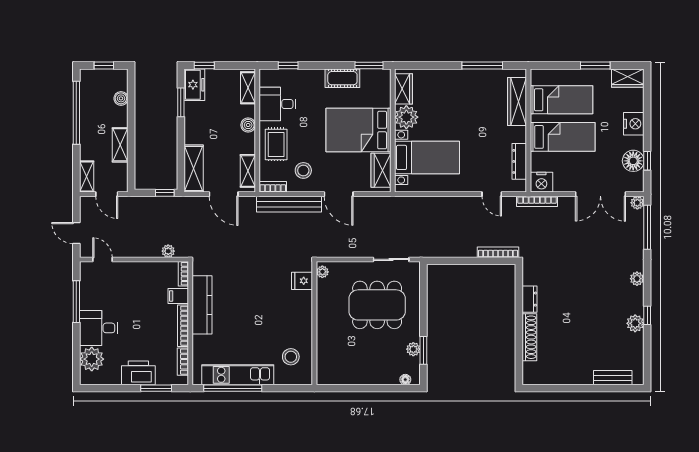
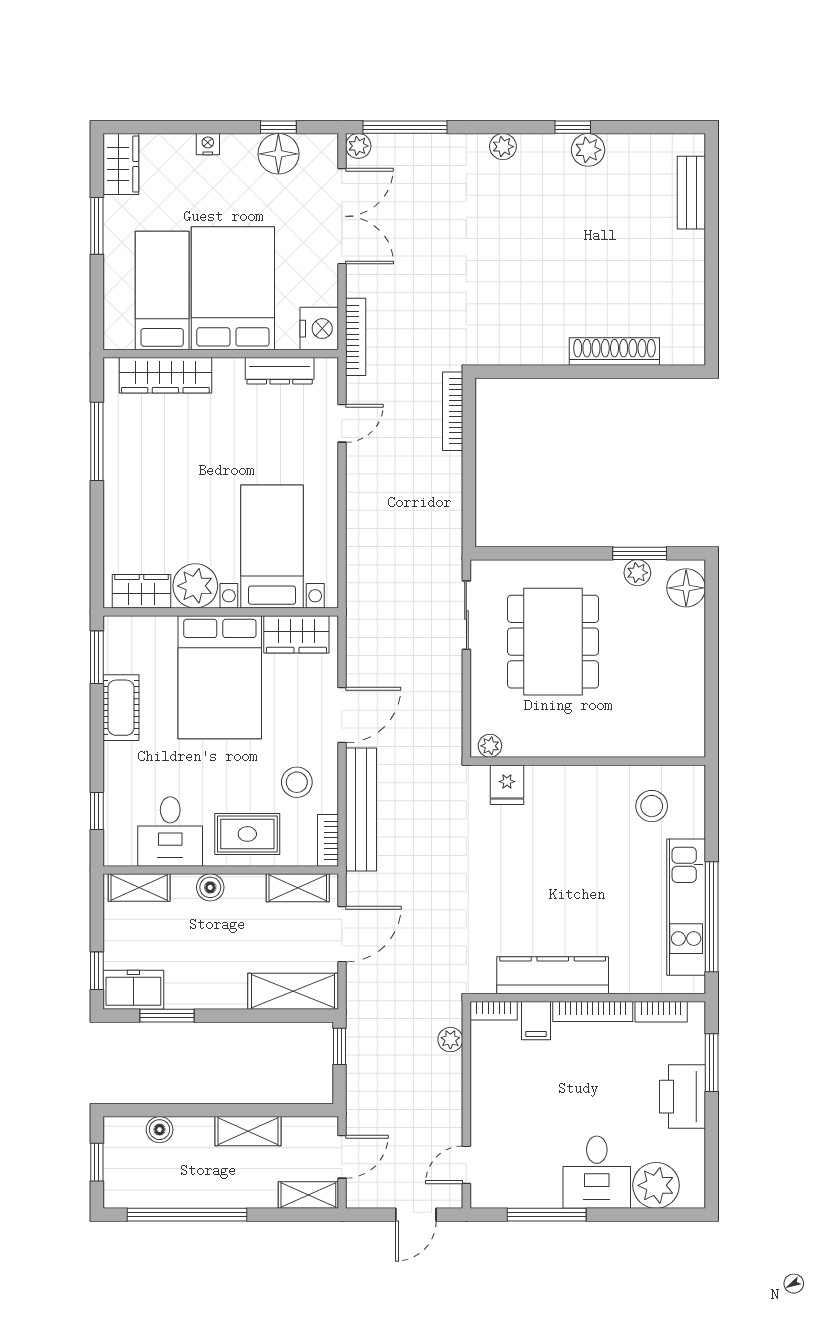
nightstand: (634, 124) -> (208, 144), width x0.53, depth x0.56
bed: (563, 137) -> (233, 288), width x1.50
dresser: (530, 299) -> (542, 351), removed
floor lamp: (405, 380) -> (686, 588), width x1.89, depth x1.89

